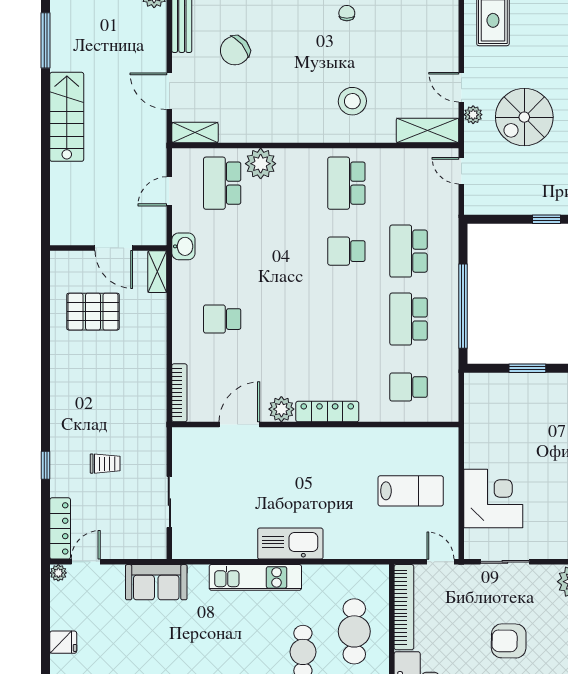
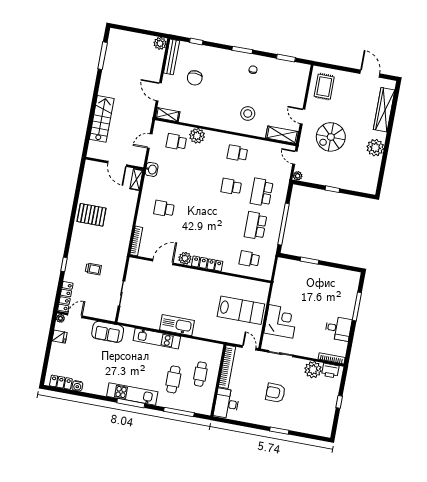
chair: (235, 51) -> (195, 78), turned -48
plant: (473, 115) -> (298, 176), moved
stairs: (67, 117) -> (102, 119), moved
school desk: (222, 183) -> (176, 142), width x0.54
school desk: (346, 183) -> (237, 153), width x0.54
pallet: (93, 312) -> (92, 215), moved
lab bench: (411, 491) -> (241, 310), width x1.36, depth x1.39
cafe table: (354, 631) -> (200, 374), width x0.73, depth x0.74
fridge: (63, 642) -> (60, 337), moved

